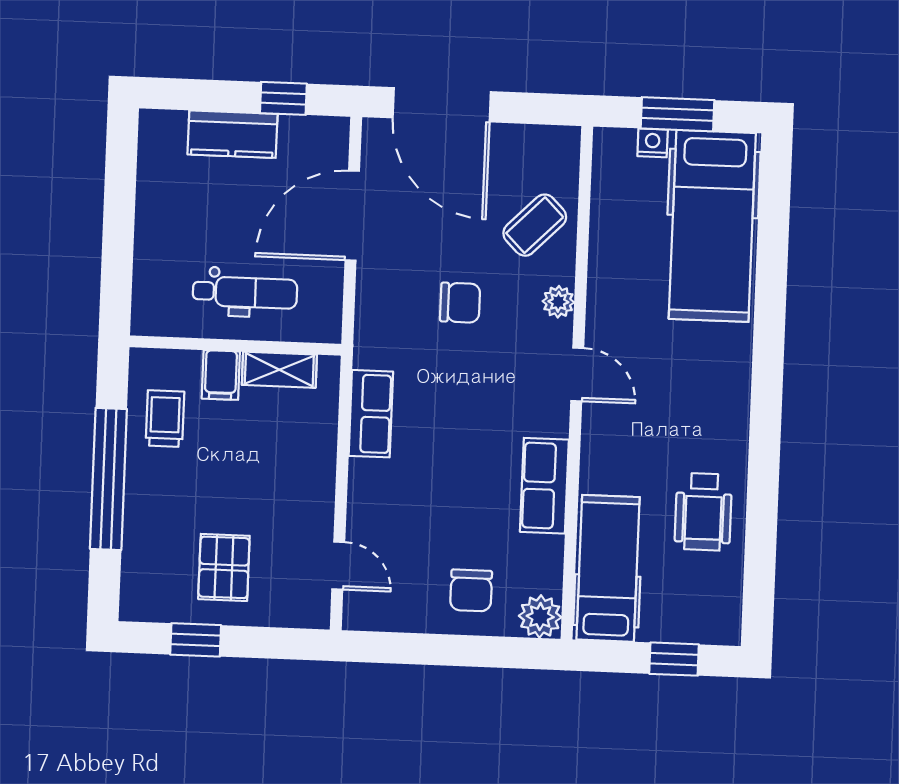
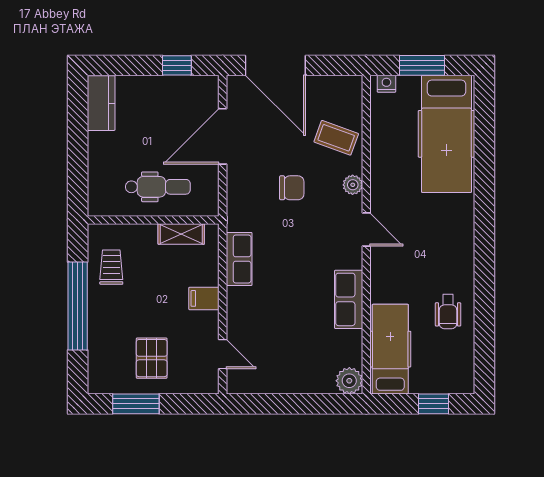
kitchen counter: (232, 134) -> (101, 103), moved, turned -90
nightstand: (653, 143) -> (386, 84), moved
coffee table: (535, 225) -> (336, 138), turned 65
filing cabinet: (221, 375) -> (204, 298), moved, turned 90
wheelchair: (703, 512) -> (448, 312), width x0.73, depth x0.73
chair: (471, 590) -> (306, 366), removed
window: (196, 640) -> (136, 404), width x1.50

